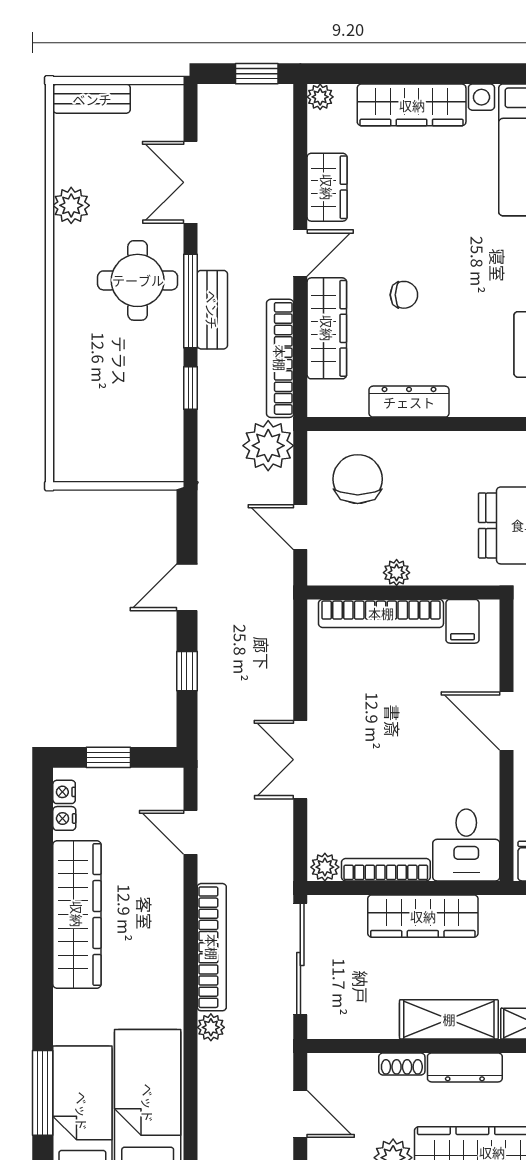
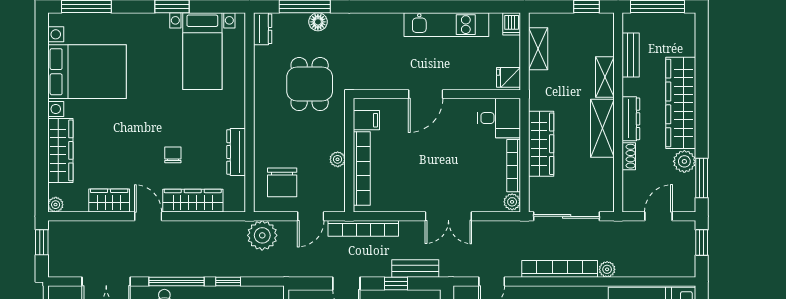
bench: (212, 310) -> (415, 268), moved
bookcase: (280, 358) -> (363, 228), moved
chair: (358, 479) -> (282, 182), turned -90

